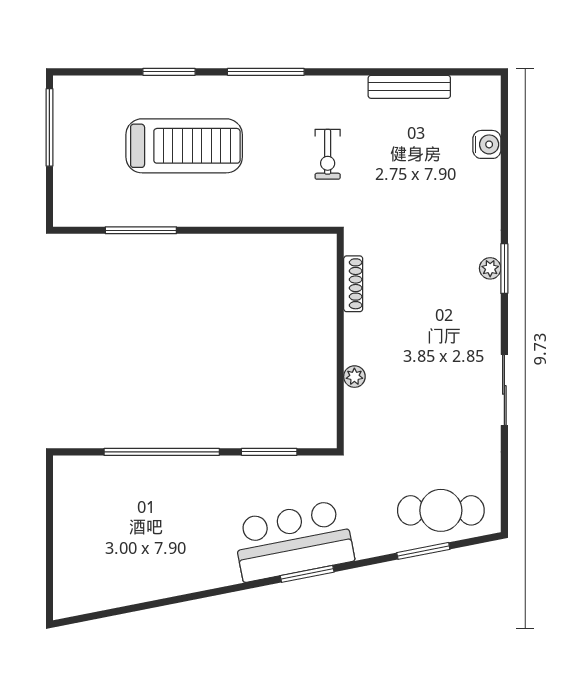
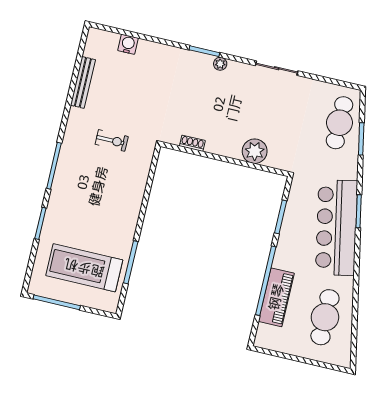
treadmill: (184, 146) -> (84, 268), moved, turned -90
plant: (490, 268) -> (220, 64), moved
shoe rack: (353, 284) -> (192, 143), width x0.70
plant: (354, 377) -> (255, 151), width x1.88, depth x1.88
piano: (139, 475) -> (276, 297), added
bar counter: (293, 541) -> (336, 228), width x1.36
cafe table: (126, 560) -> (325, 317), added

